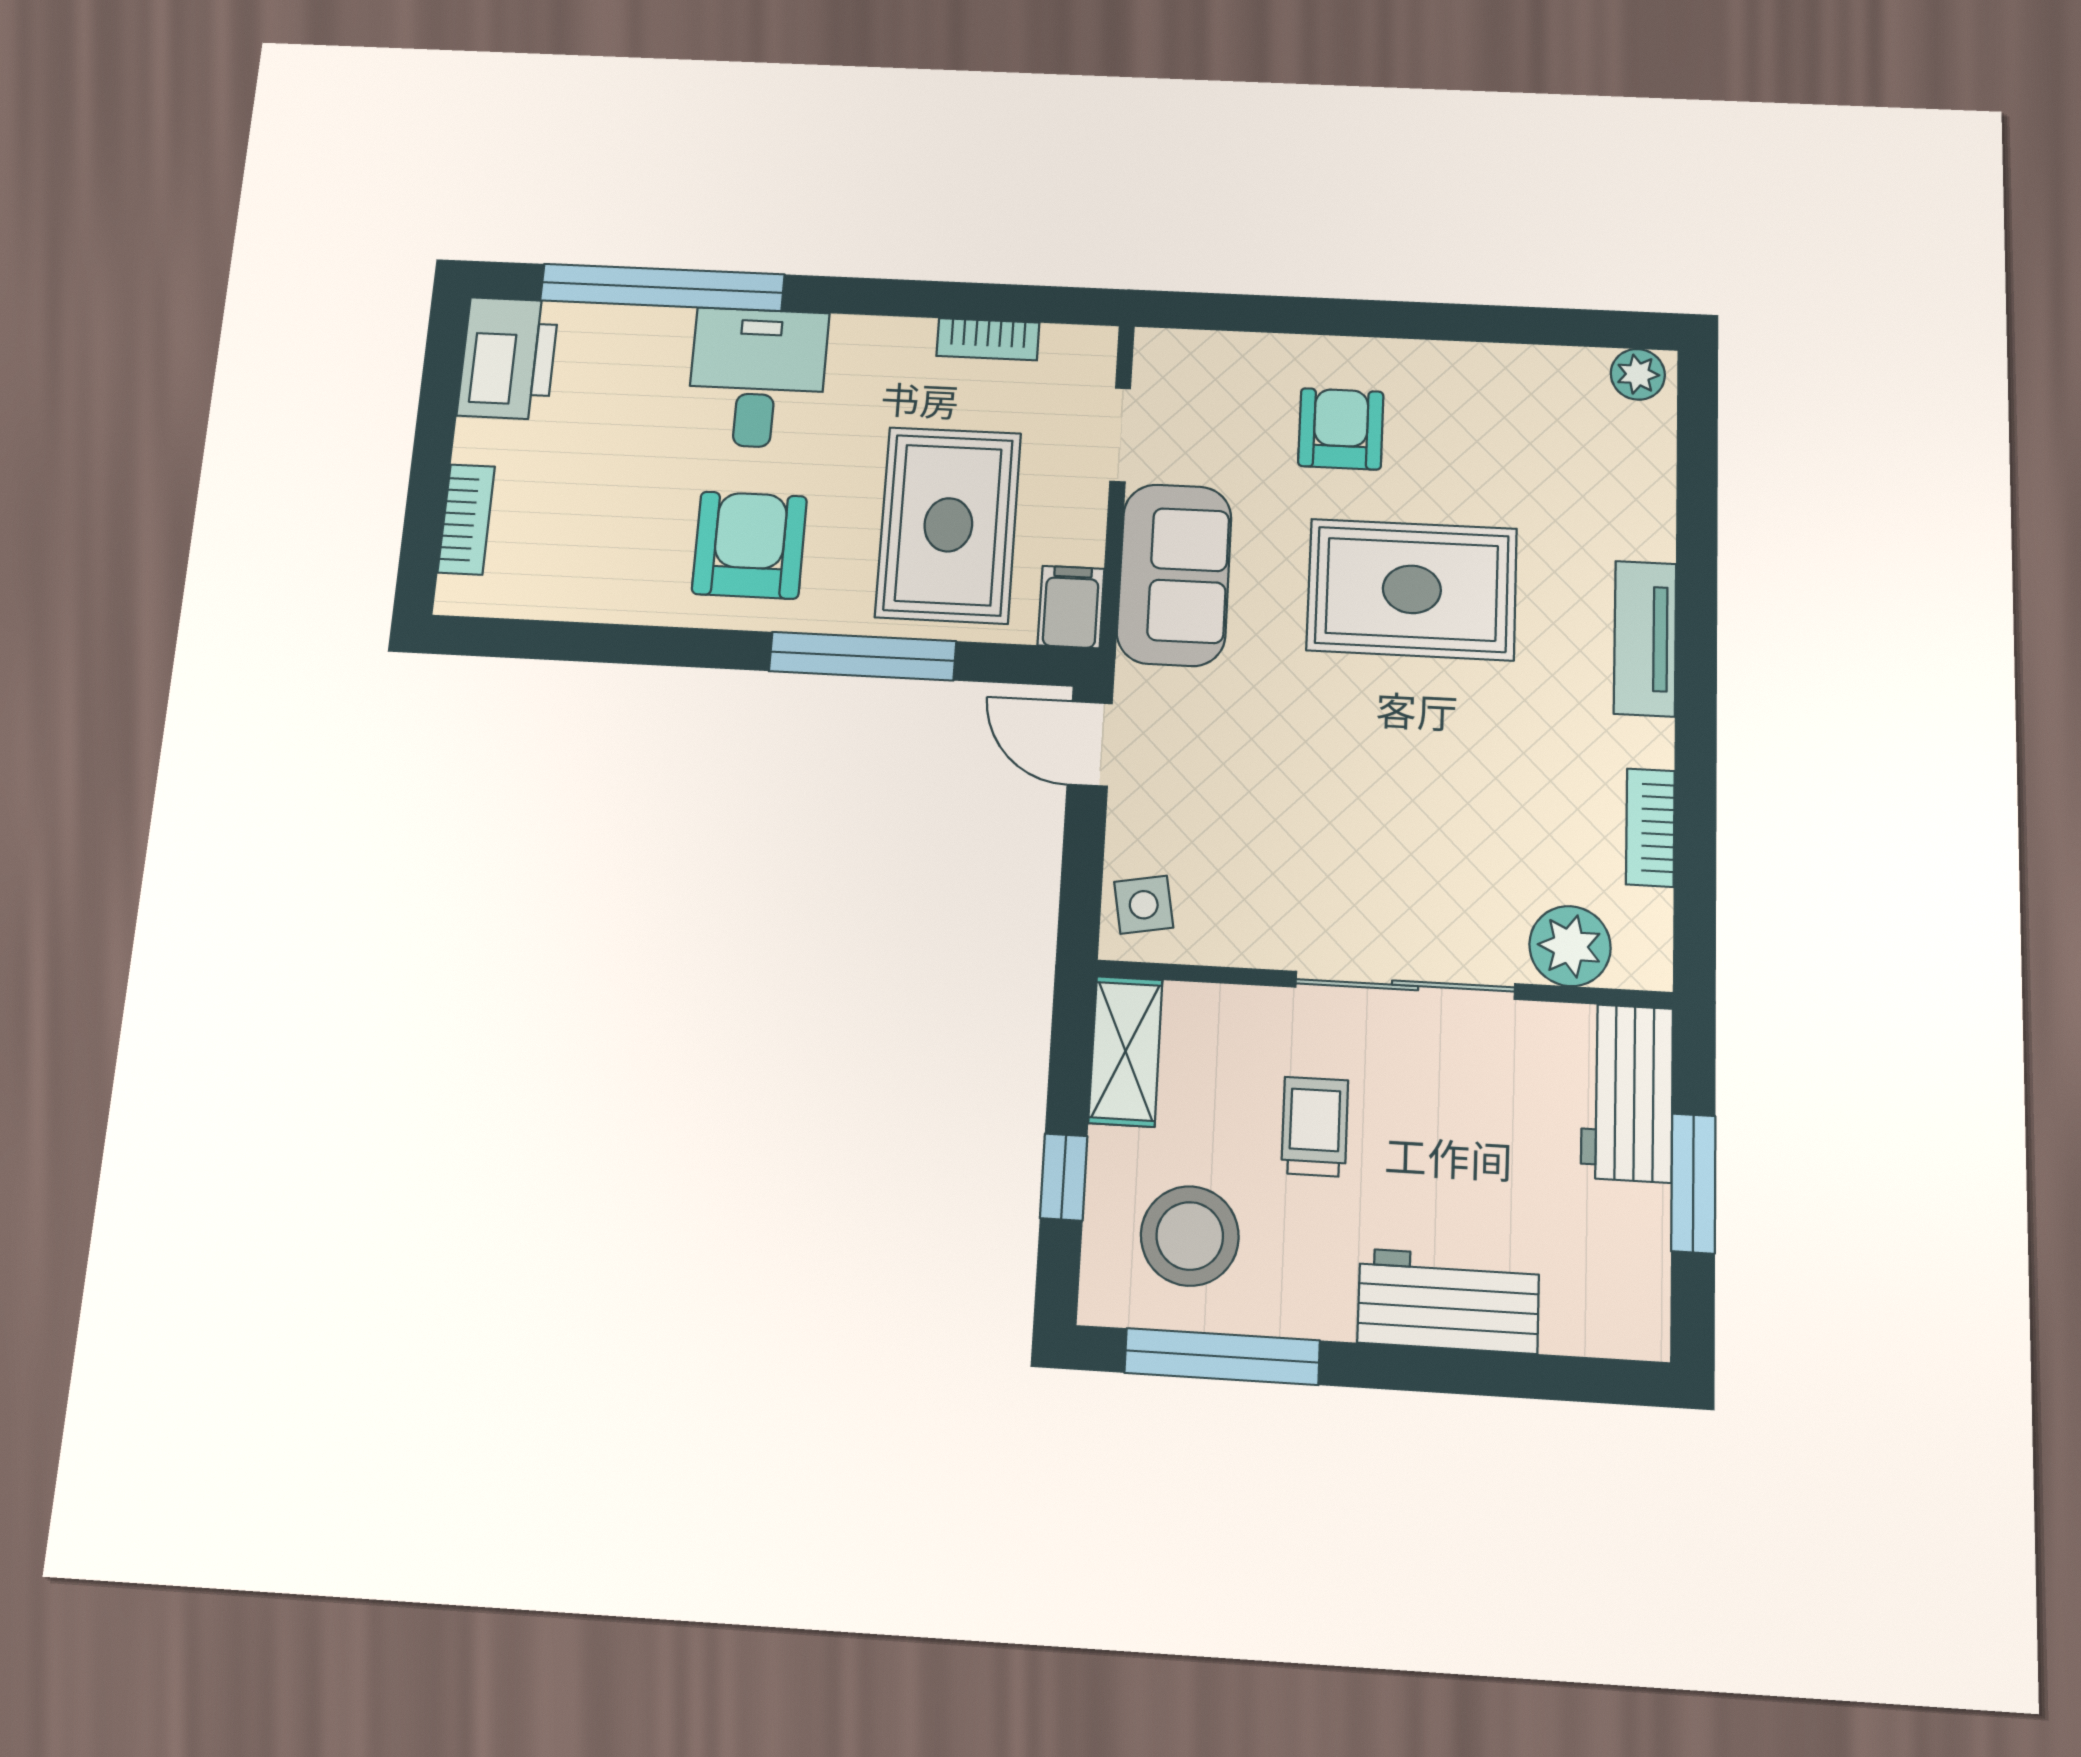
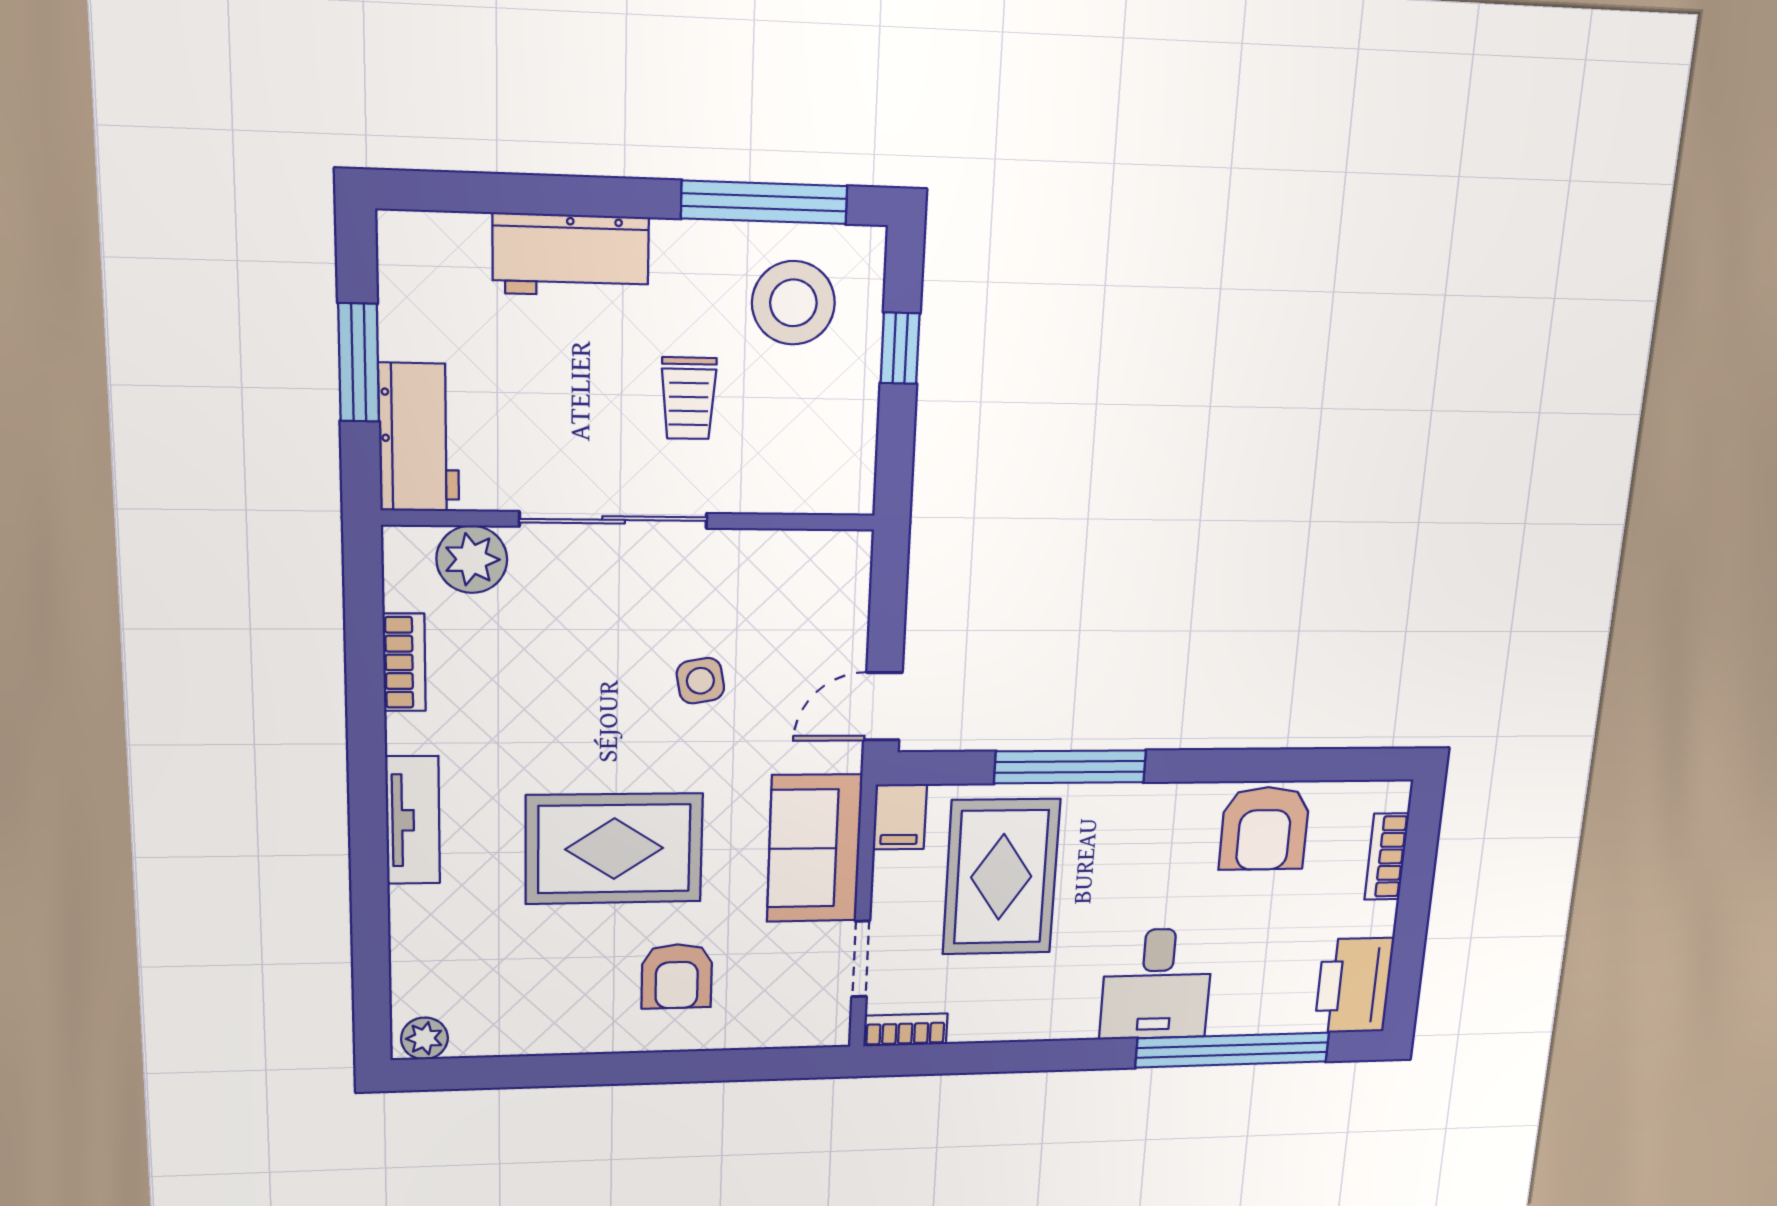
bookcase: (988, 339) -> (905, 1030), moved
armchair: (749, 545) -> (1264, 828), moved
door: (1090, 744) -> (883, 706), swing flipped
side table: (1144, 905) -> (700, 681), moved
shelving: (1125, 1051) -> (850, 455), removed

